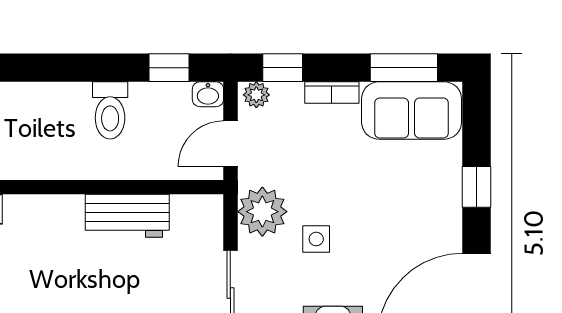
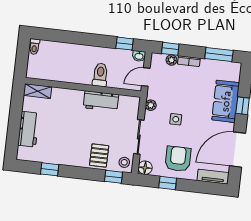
plant: (256, 95) -> (171, 60), moved
toilet: (110, 110) -> (100, 75), moved, turned 180
sofa: (412, 111) -> (226, 101), moved, turned 90
plant: (262, 212) -> (151, 105), width x0.53, depth x0.53

